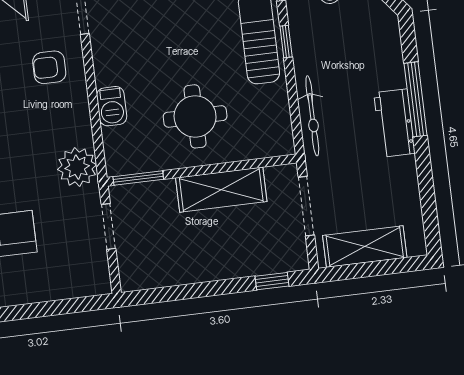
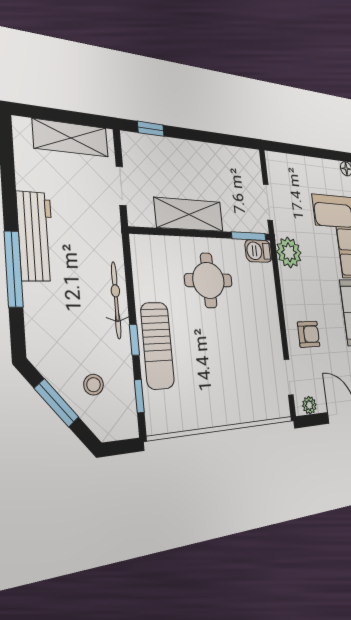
barbecue: (112, 106) -> (258, 251), moved, turned -90
bicycle: (312, 116) -> (116, 300), moved
workbench: (394, 123) -> (36, 236), width x1.38
doorway: (306, 206) -> (121, 186), width x0.73

